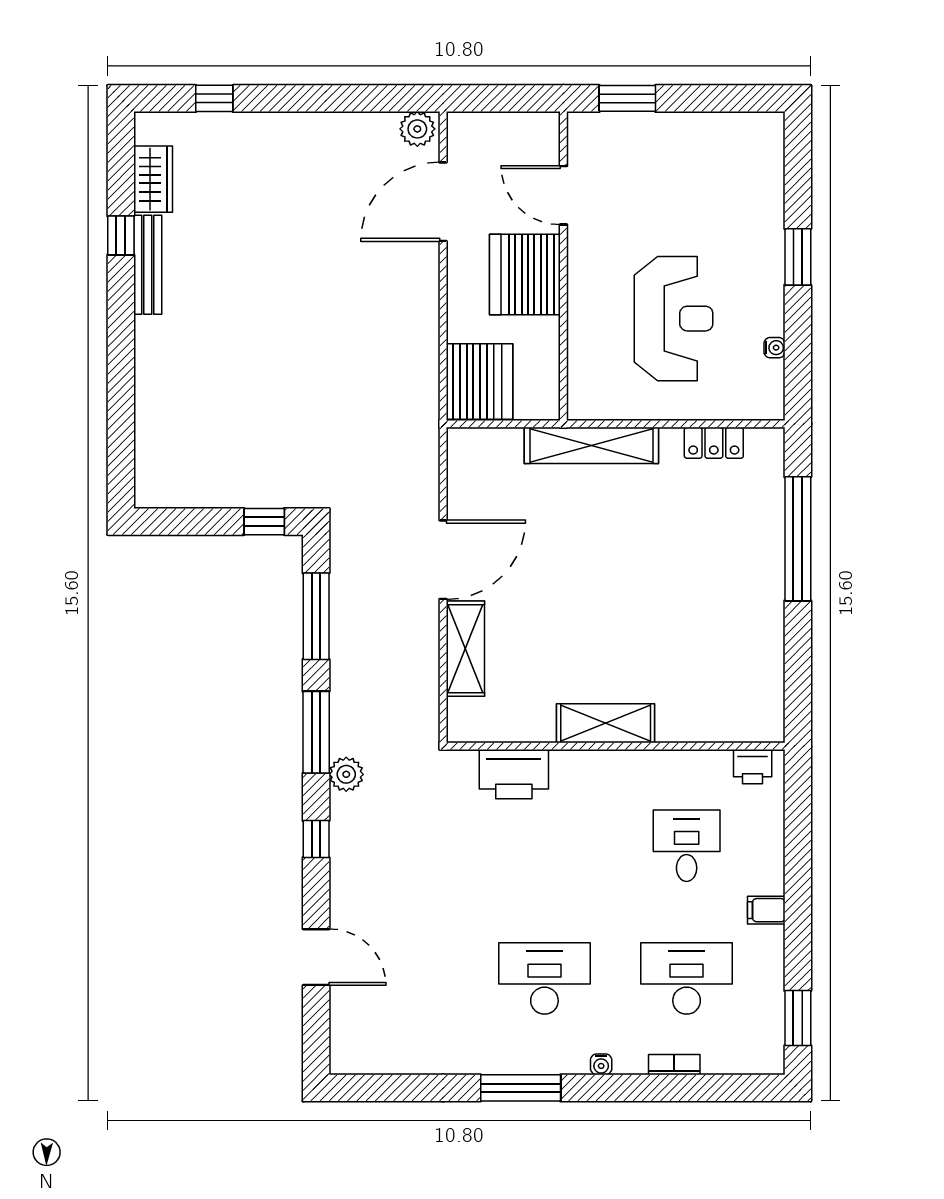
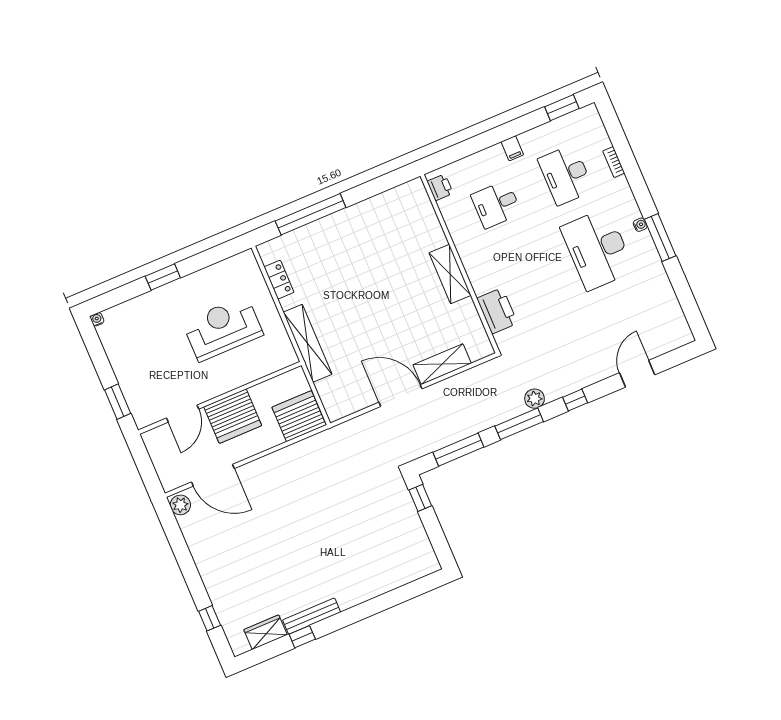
water cooler: (774, 348) -> (97, 319), moved
desk: (544, 978) -> (597, 249), width x1.36, depth x1.30
water cooler: (601, 1064) -> (640, 225), moved

